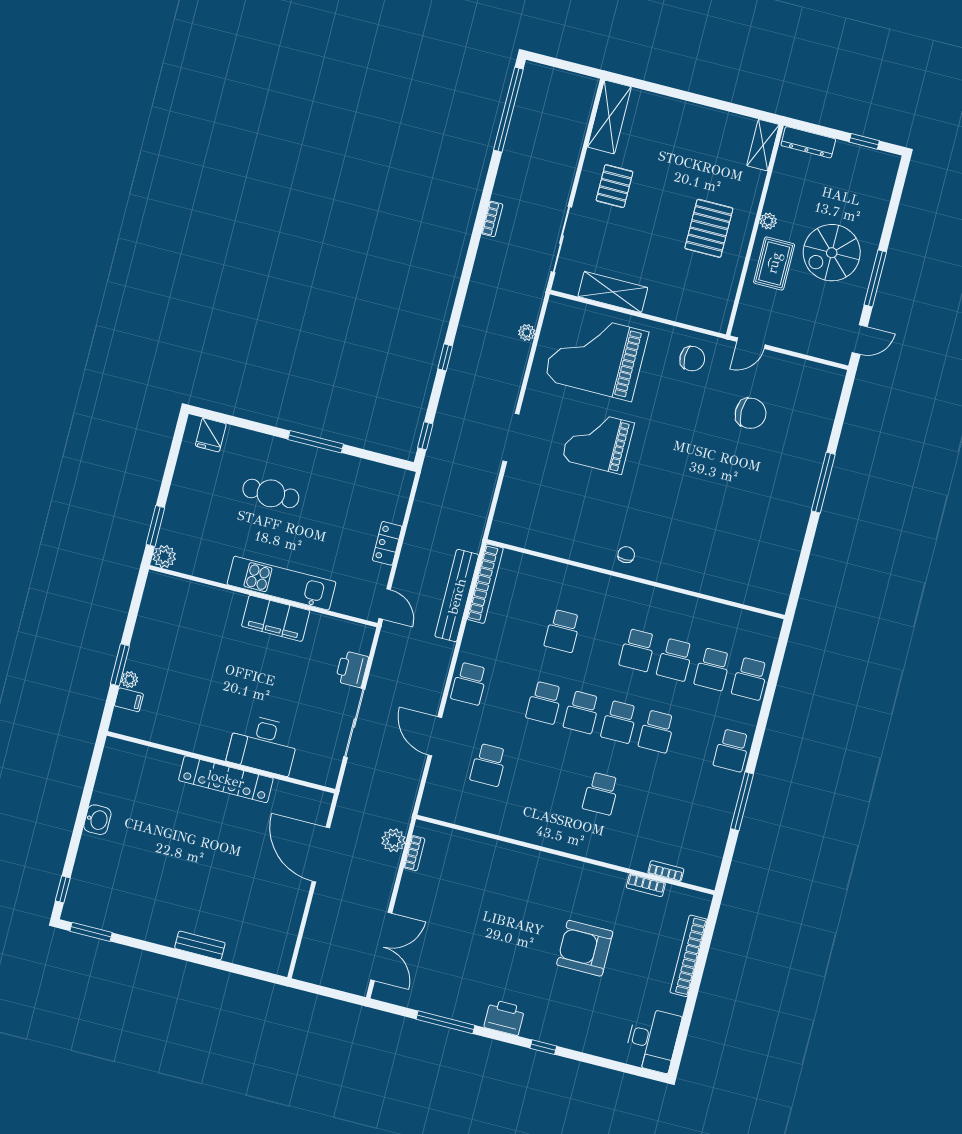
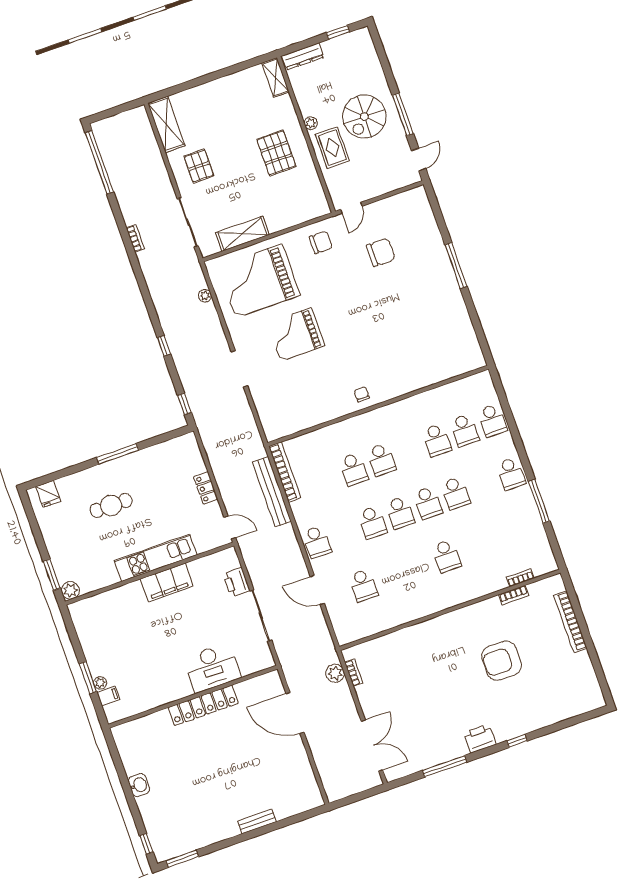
school desk: (637, 650) -> (381, 460), moved
desk: (653, 1040) -> (583, 690), removed

